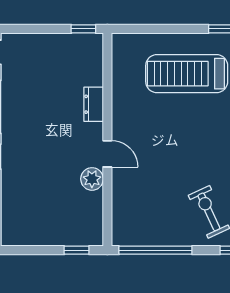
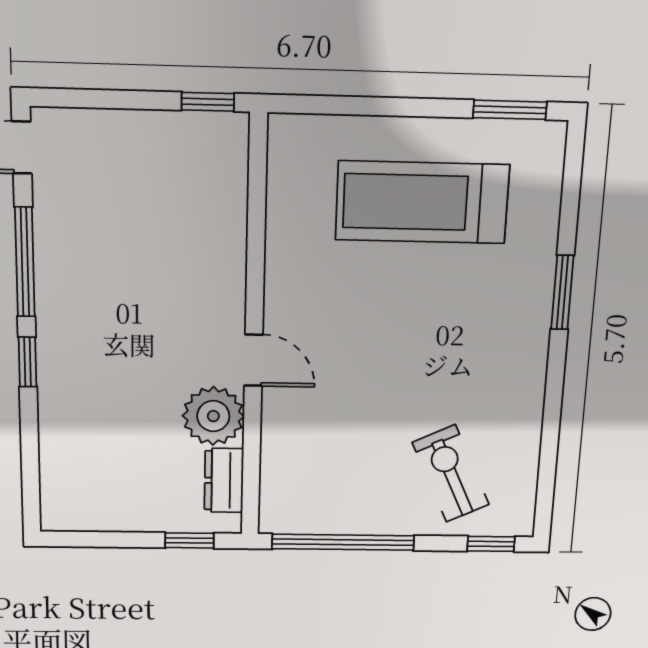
dresser: (94, 104) -> (224, 480), moved
plant: (92, 179) -> (213, 416), width x1.36, depth x1.36

